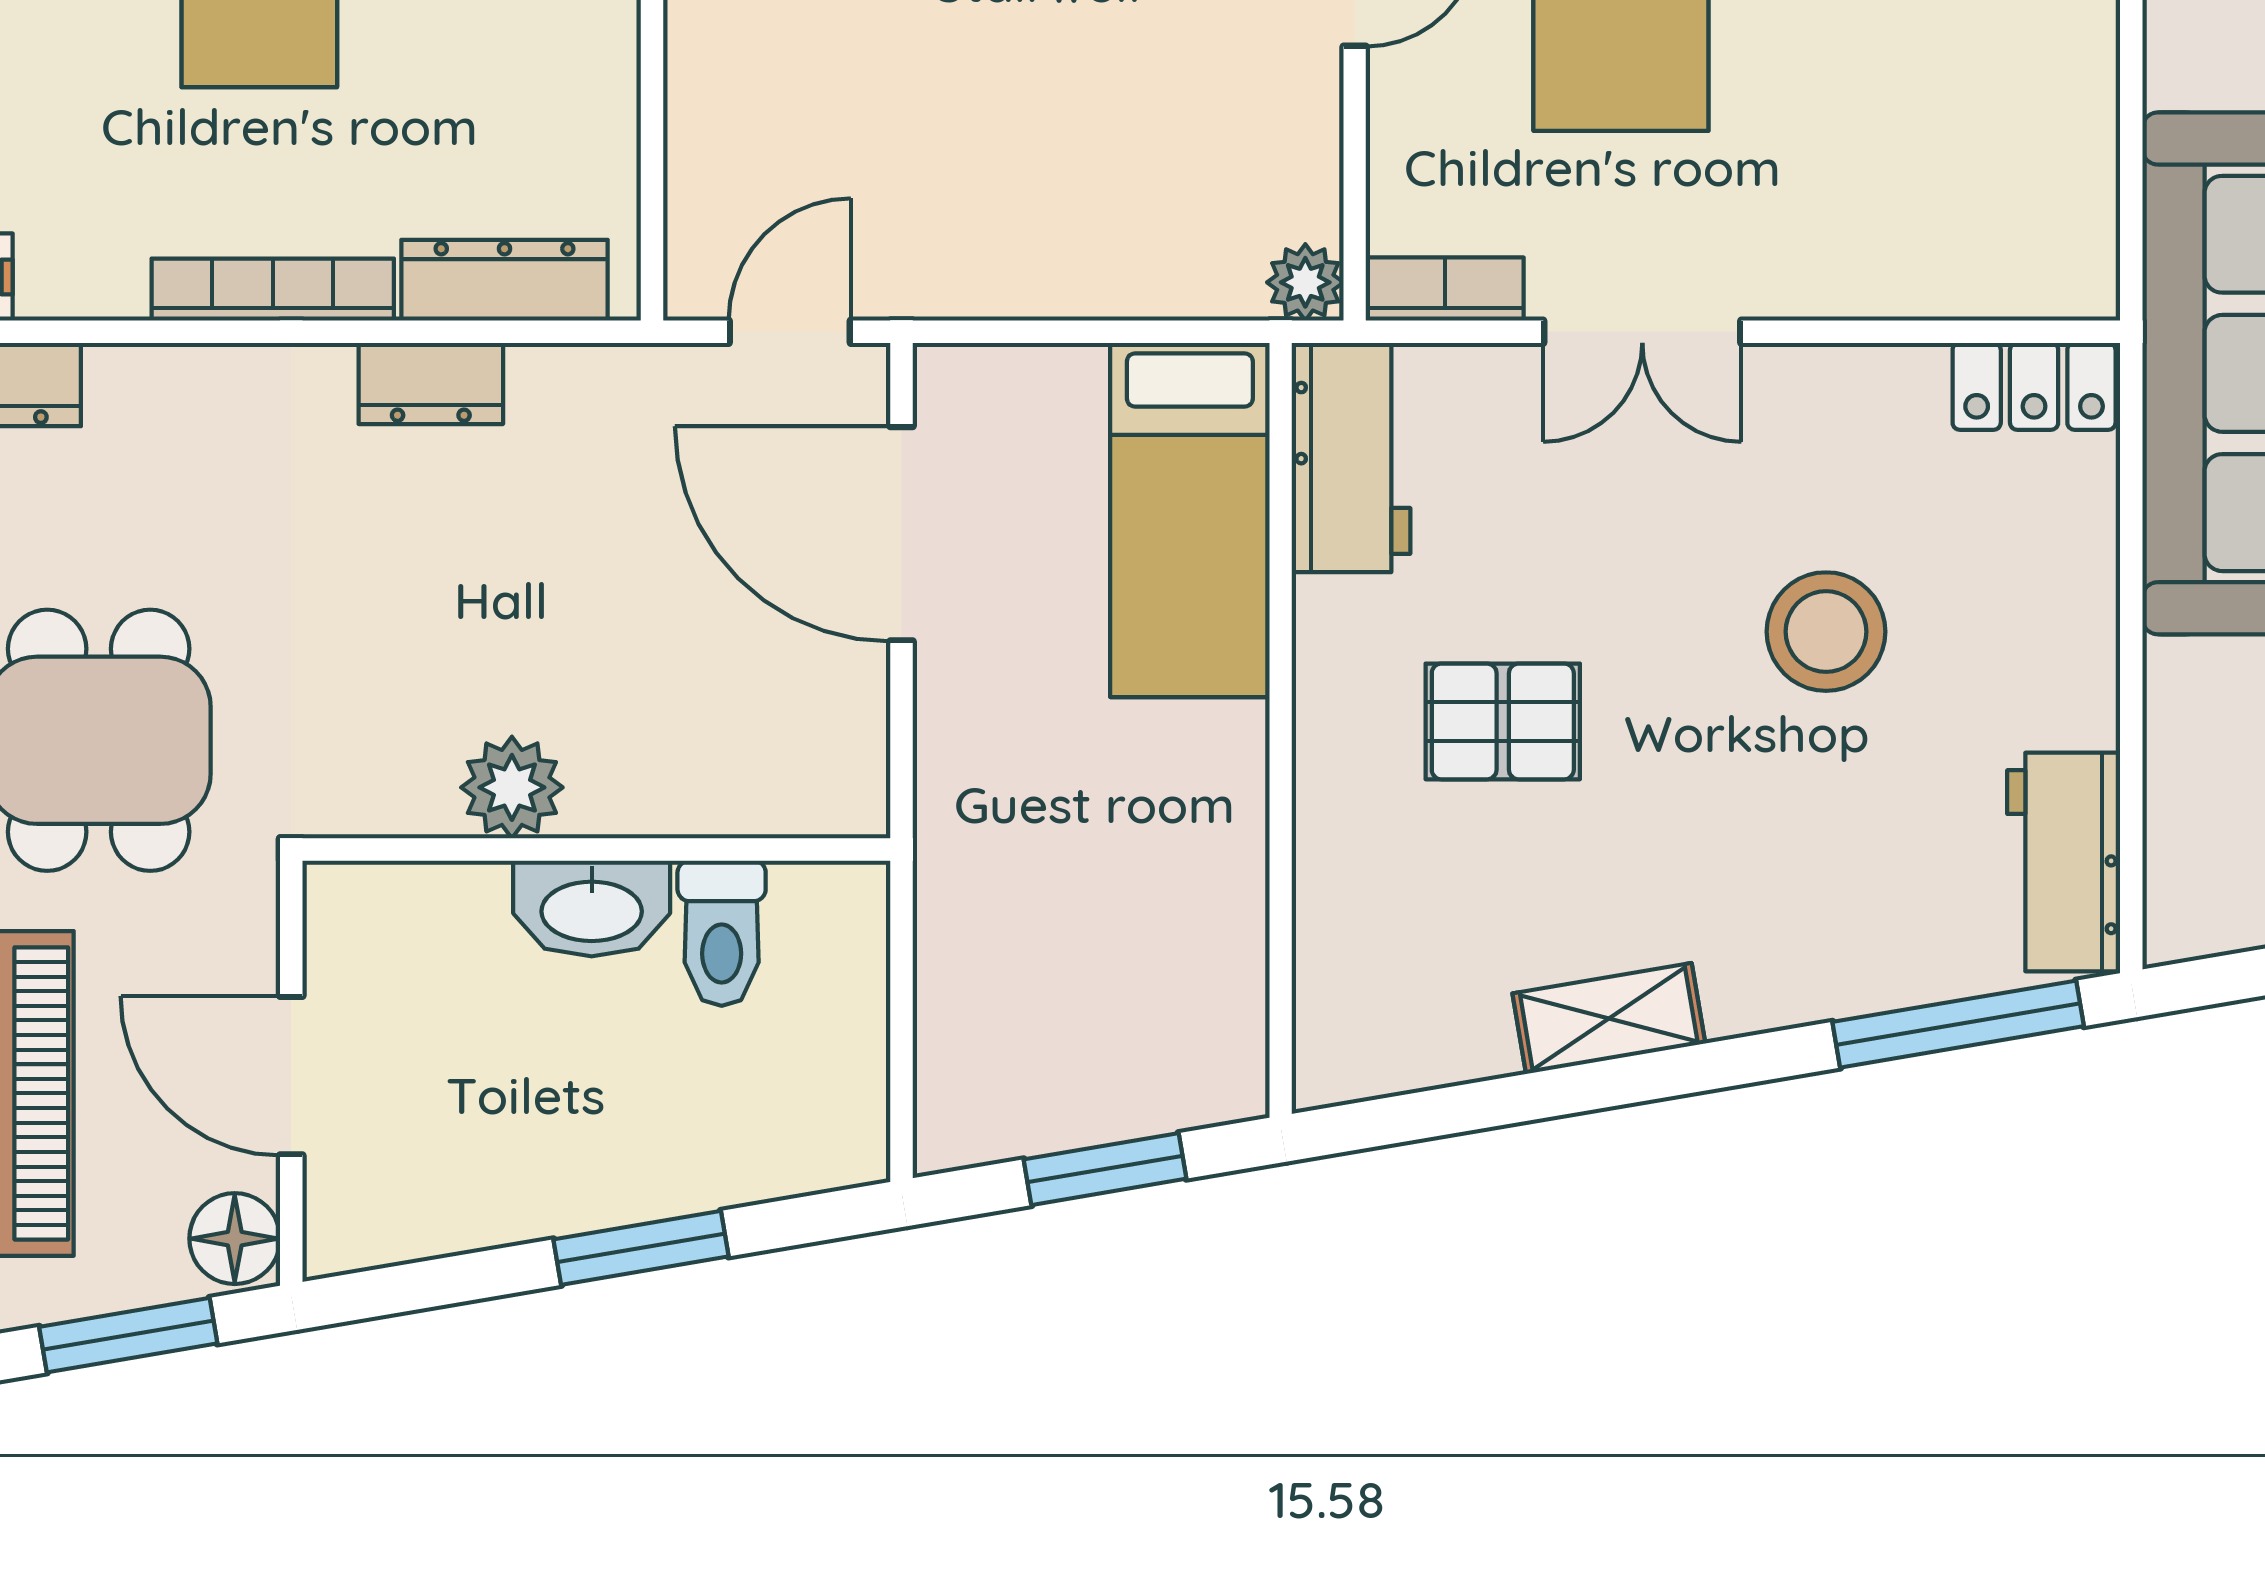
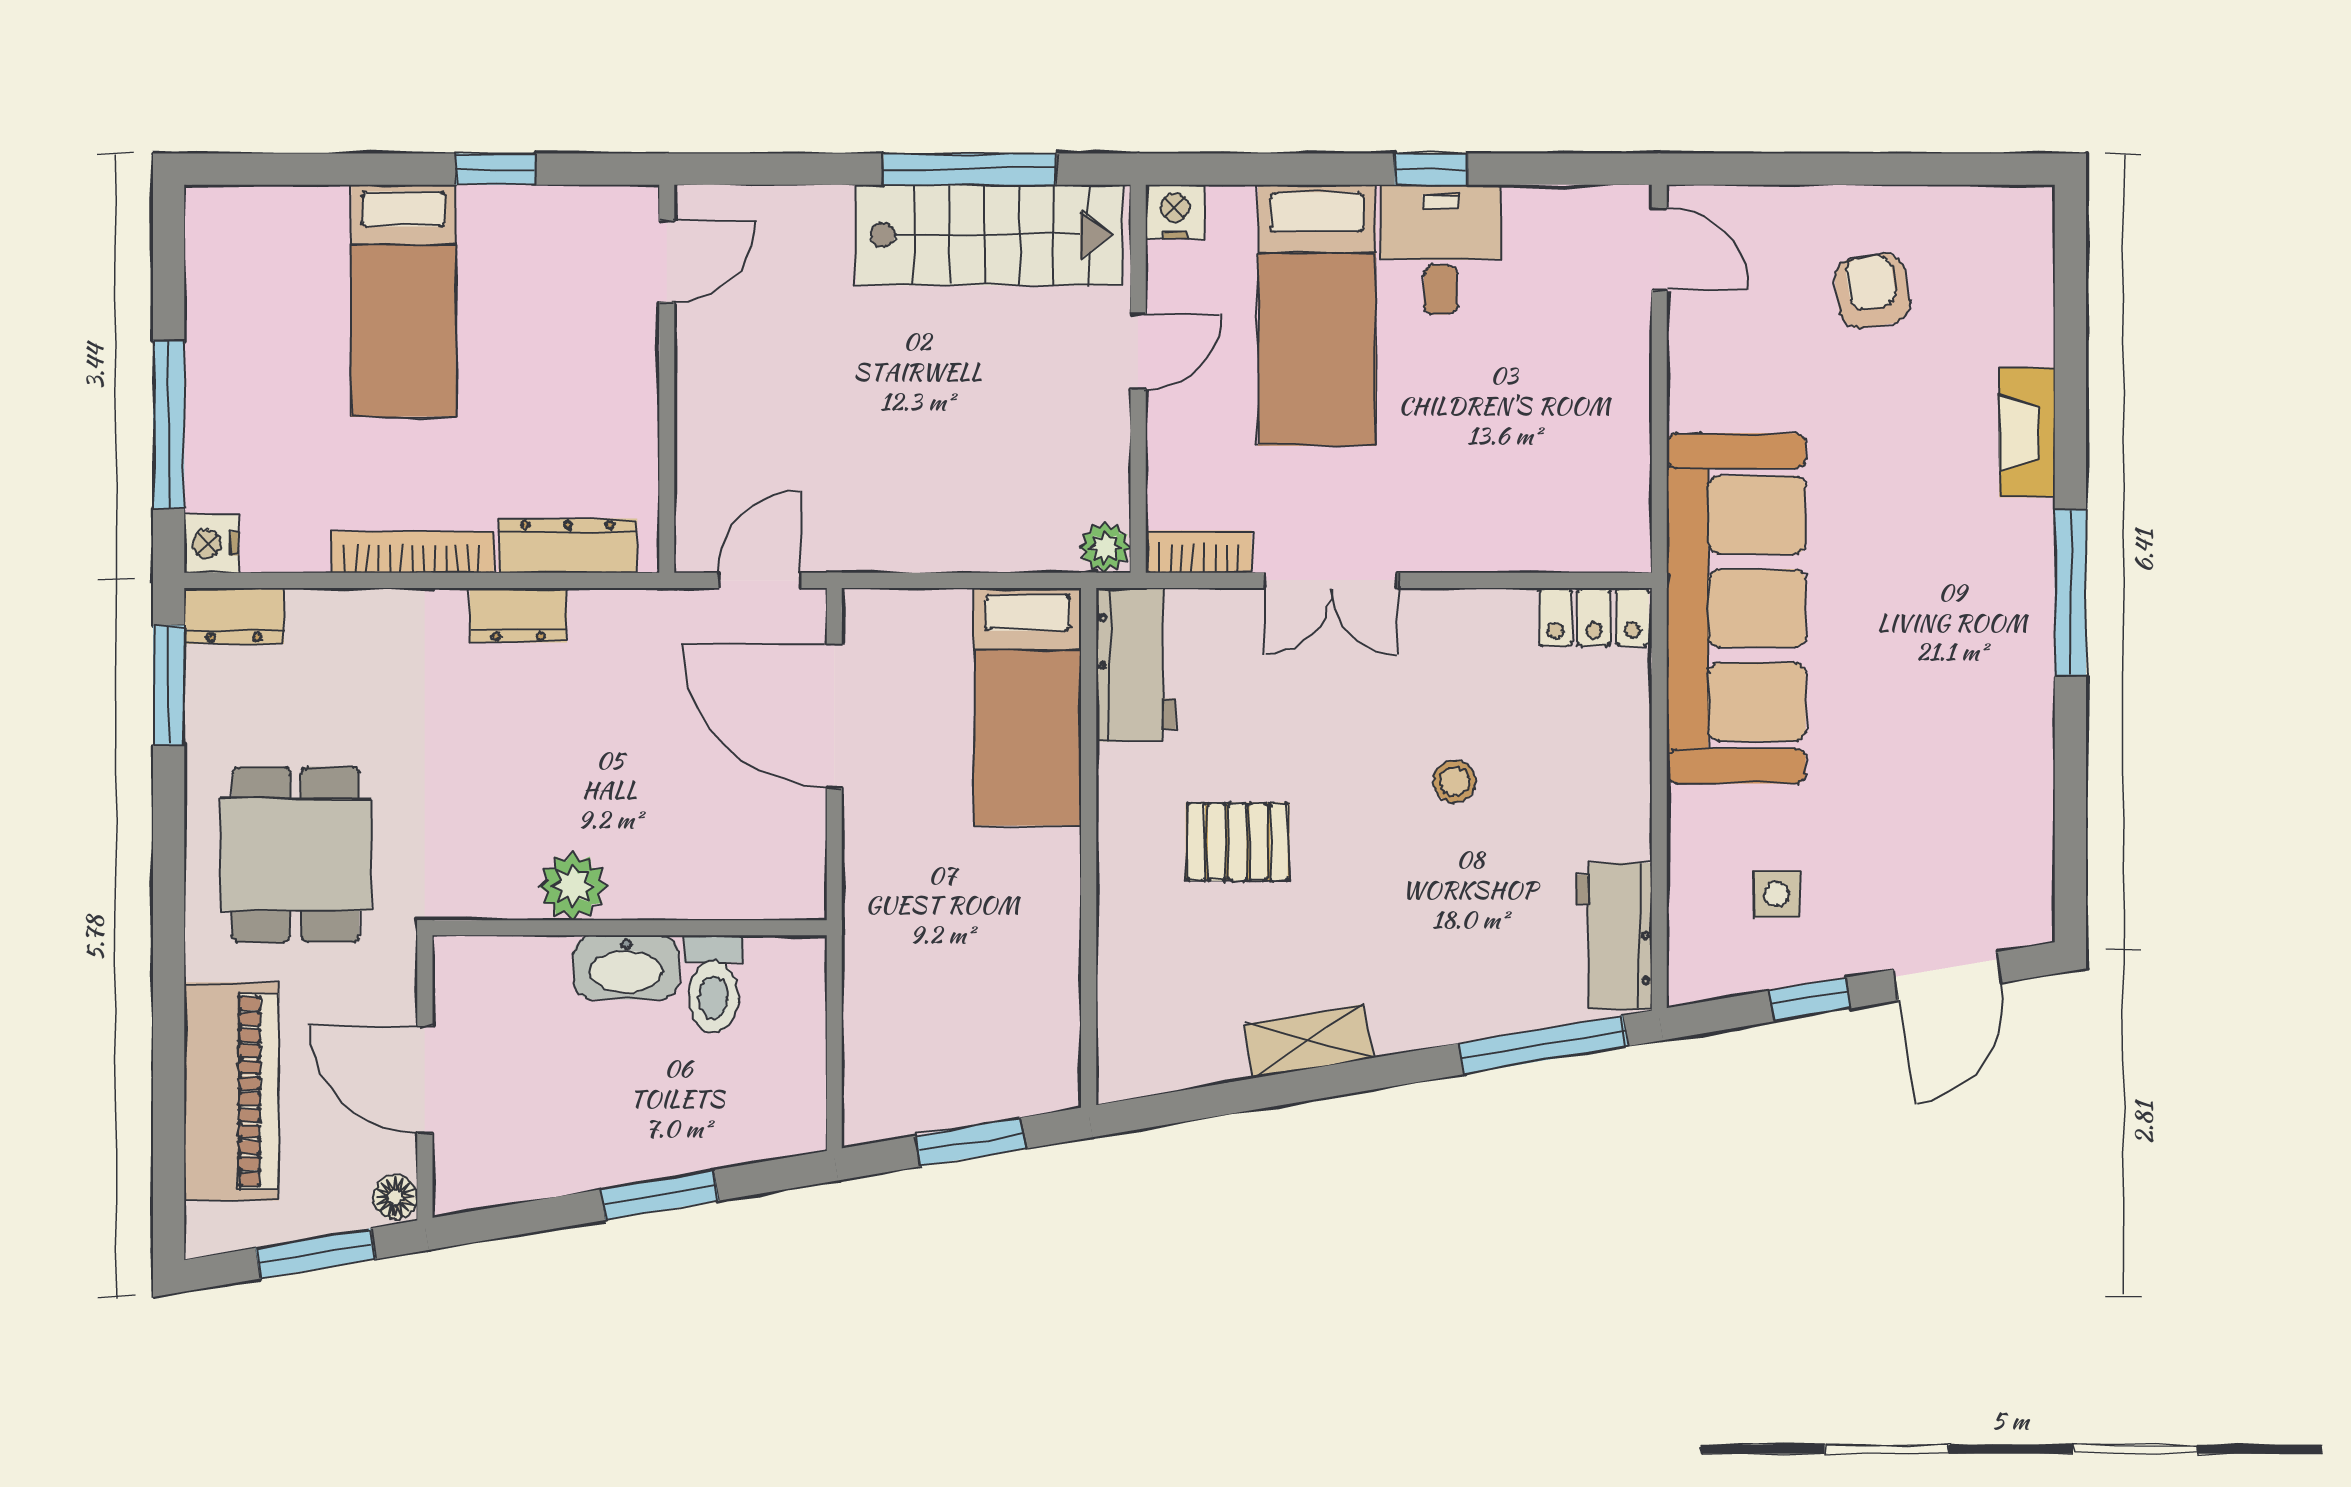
stool: (1826, 632) -> (1454, 782), width x0.53, depth x0.53
floor lamp: (235, 1239) -> (395, 1197), width x0.73, depth x0.73

